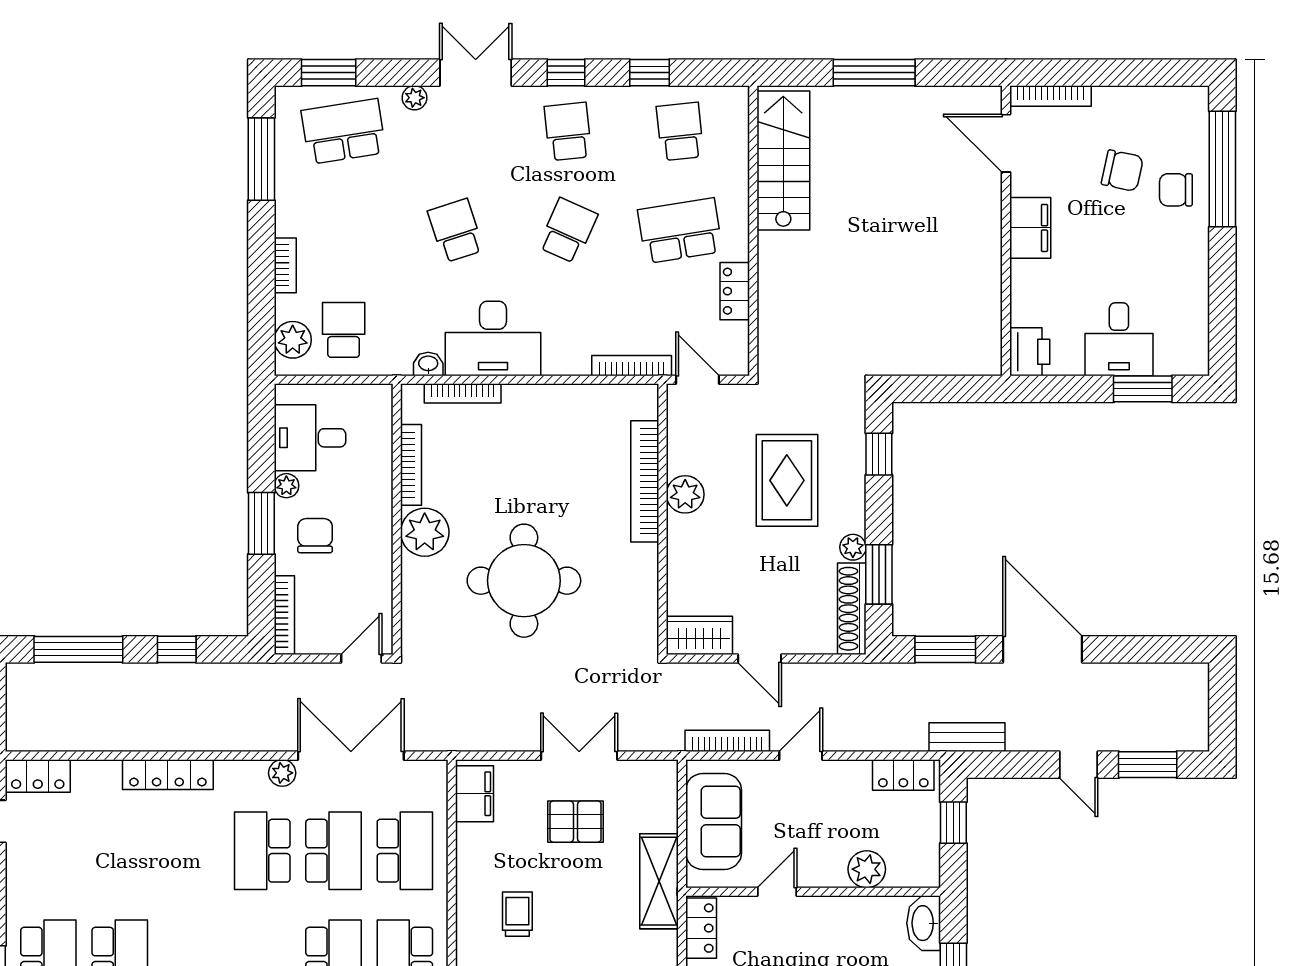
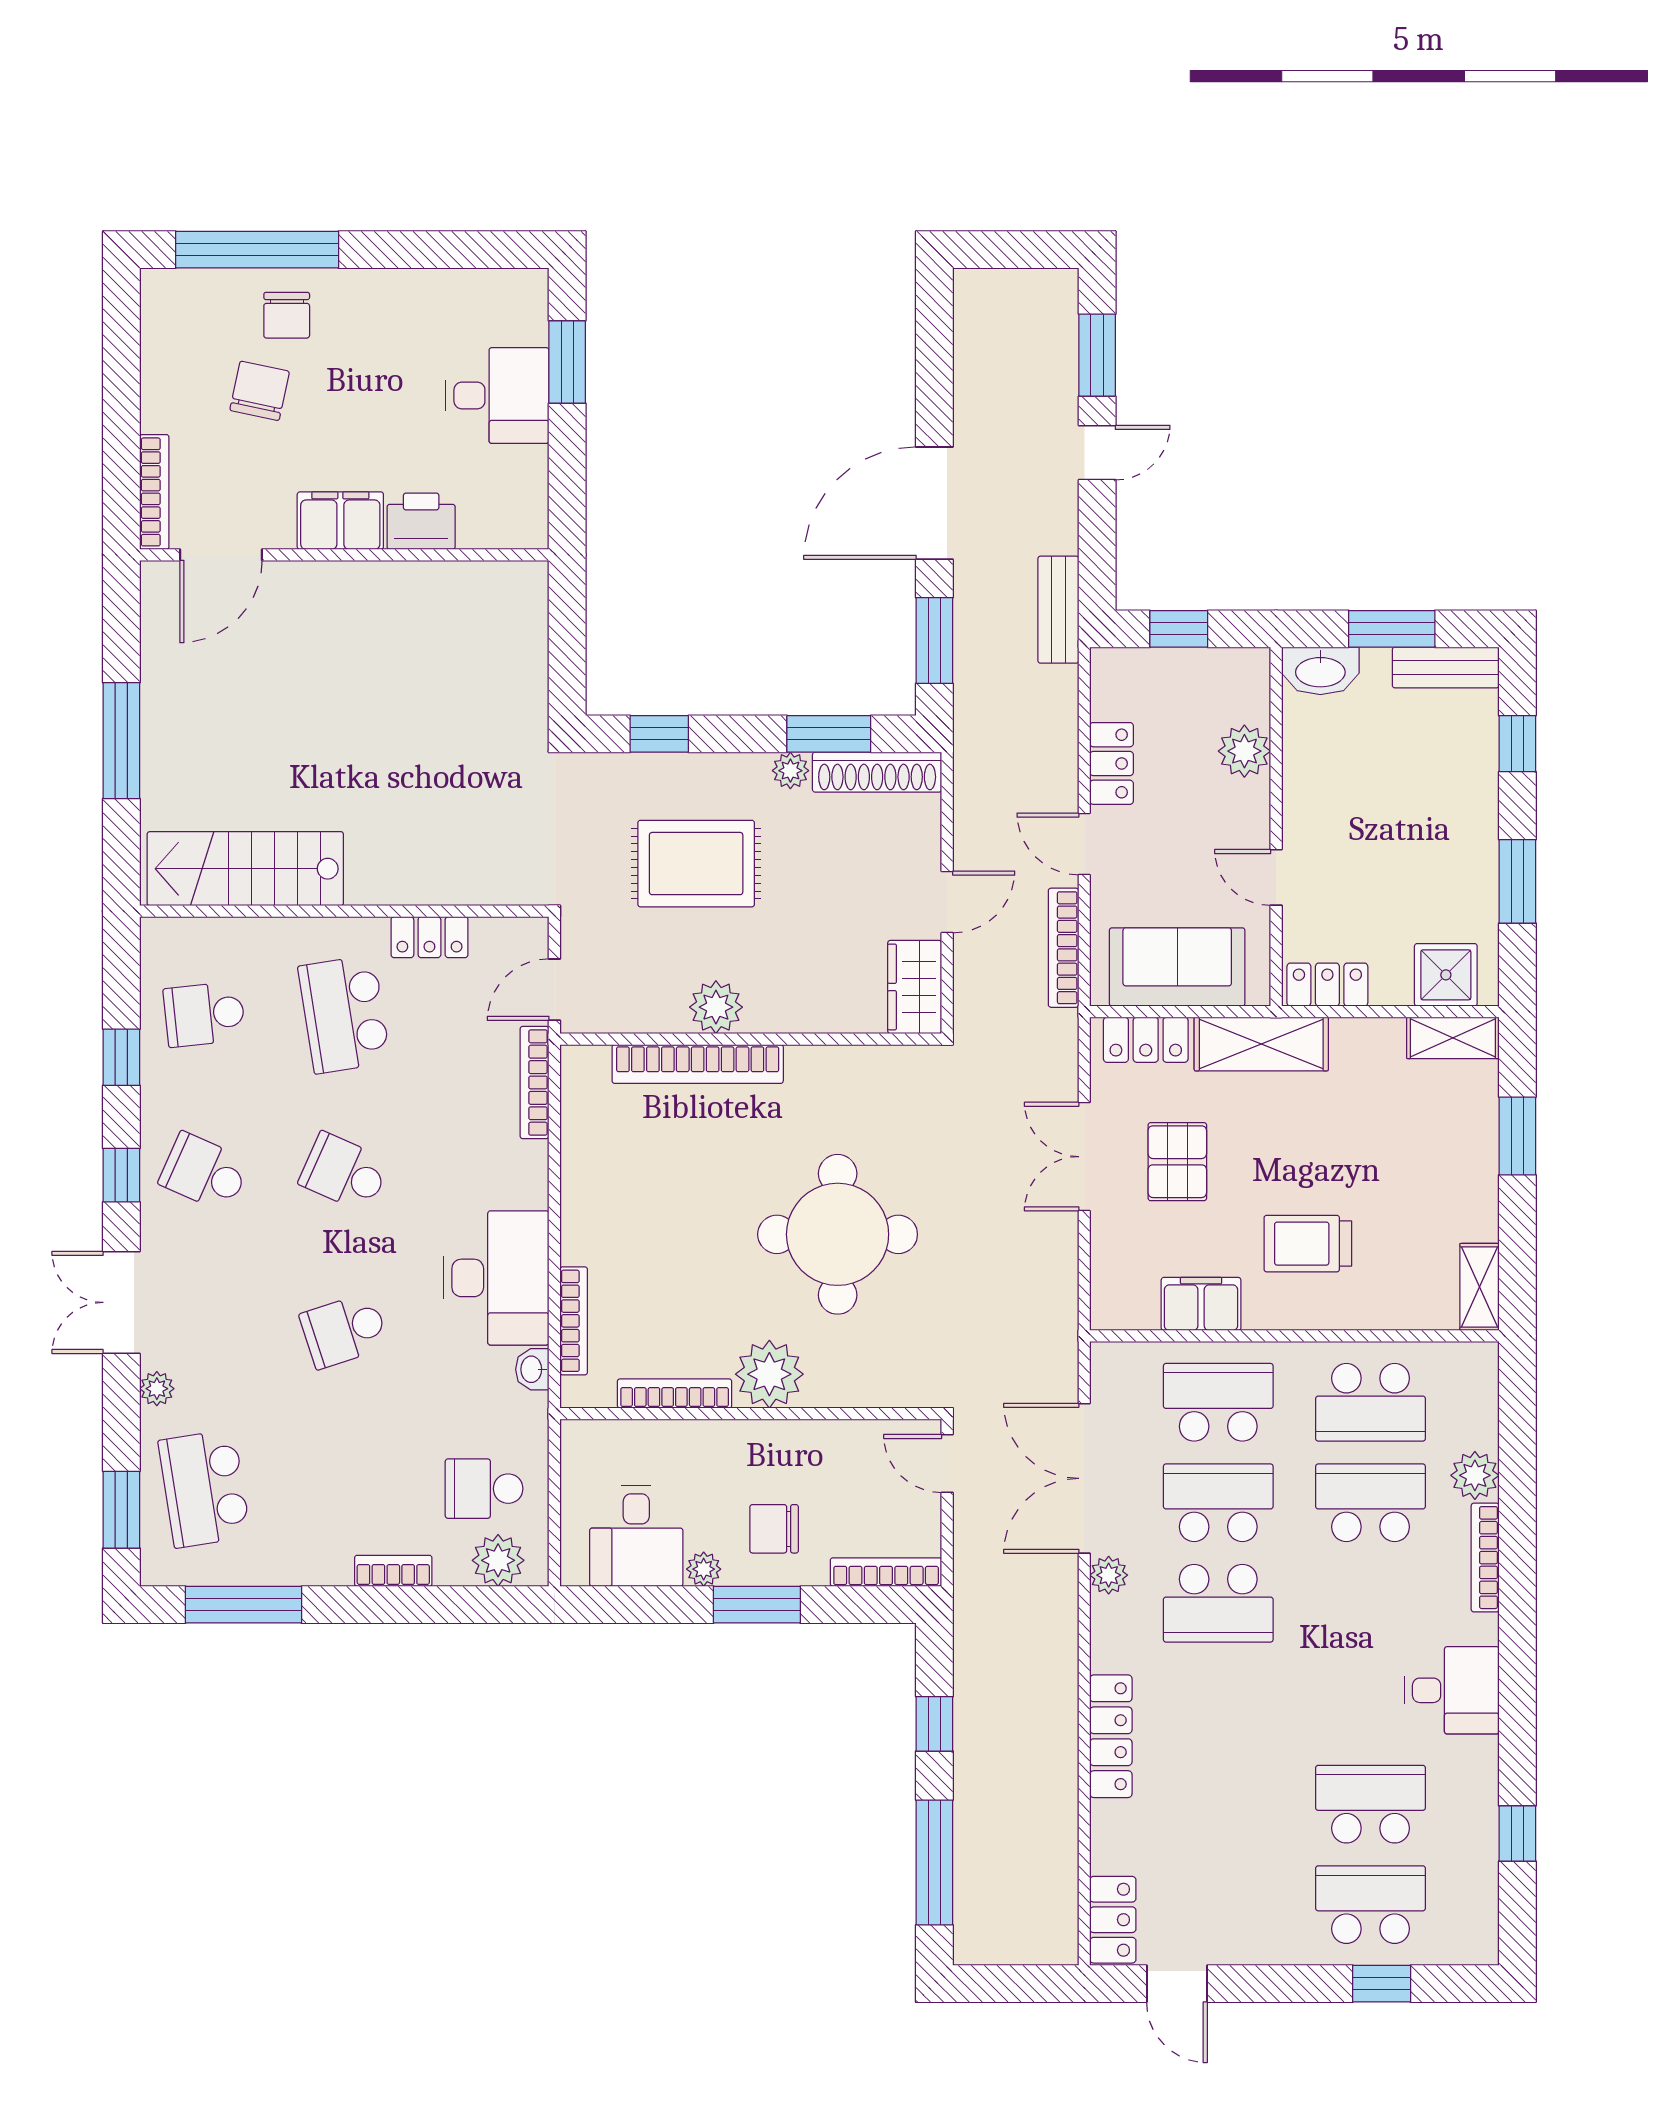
school desk: (568, 131) -> (204, 1172), turned 30
printer: (1030, 352) -> (421, 521), moved
locker: (903, 775) -> (1112, 763), moved
filing cabinet: (475, 794) -> (1201, 1304), moved
locker: (662, 799) -> (1146, 1040), added
trolley: (517, 914) -> (1308, 1244), width x1.36, depth x1.39

